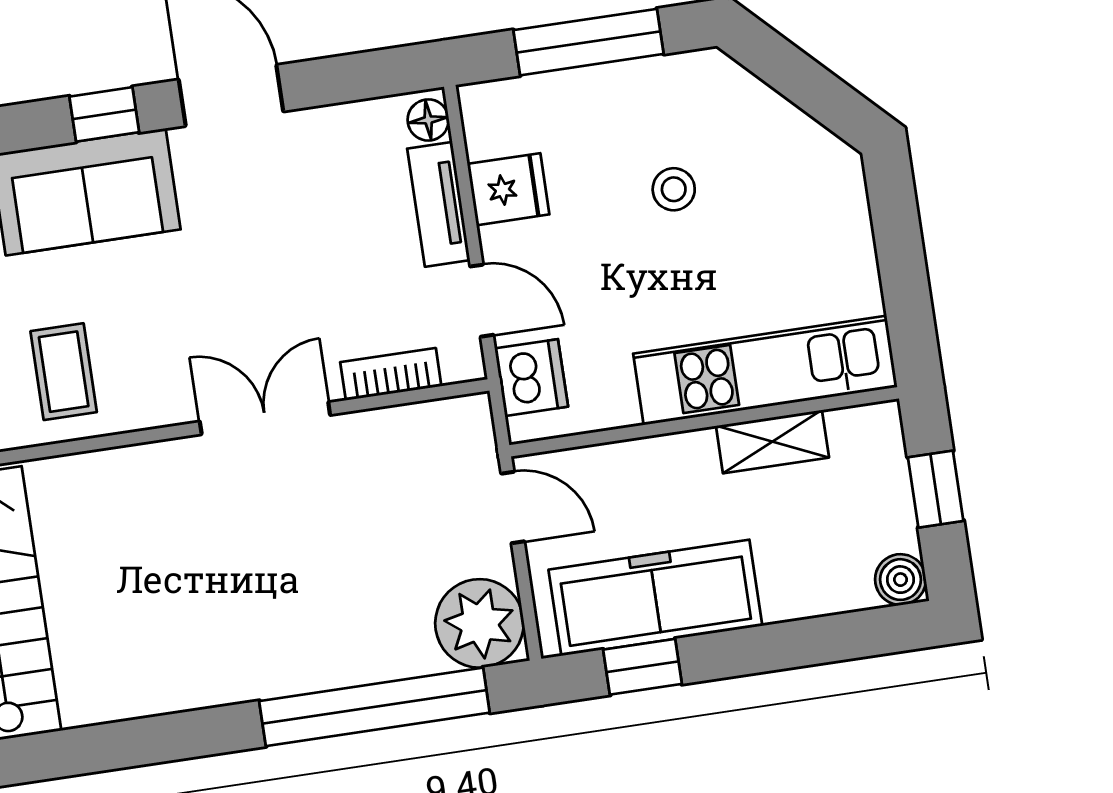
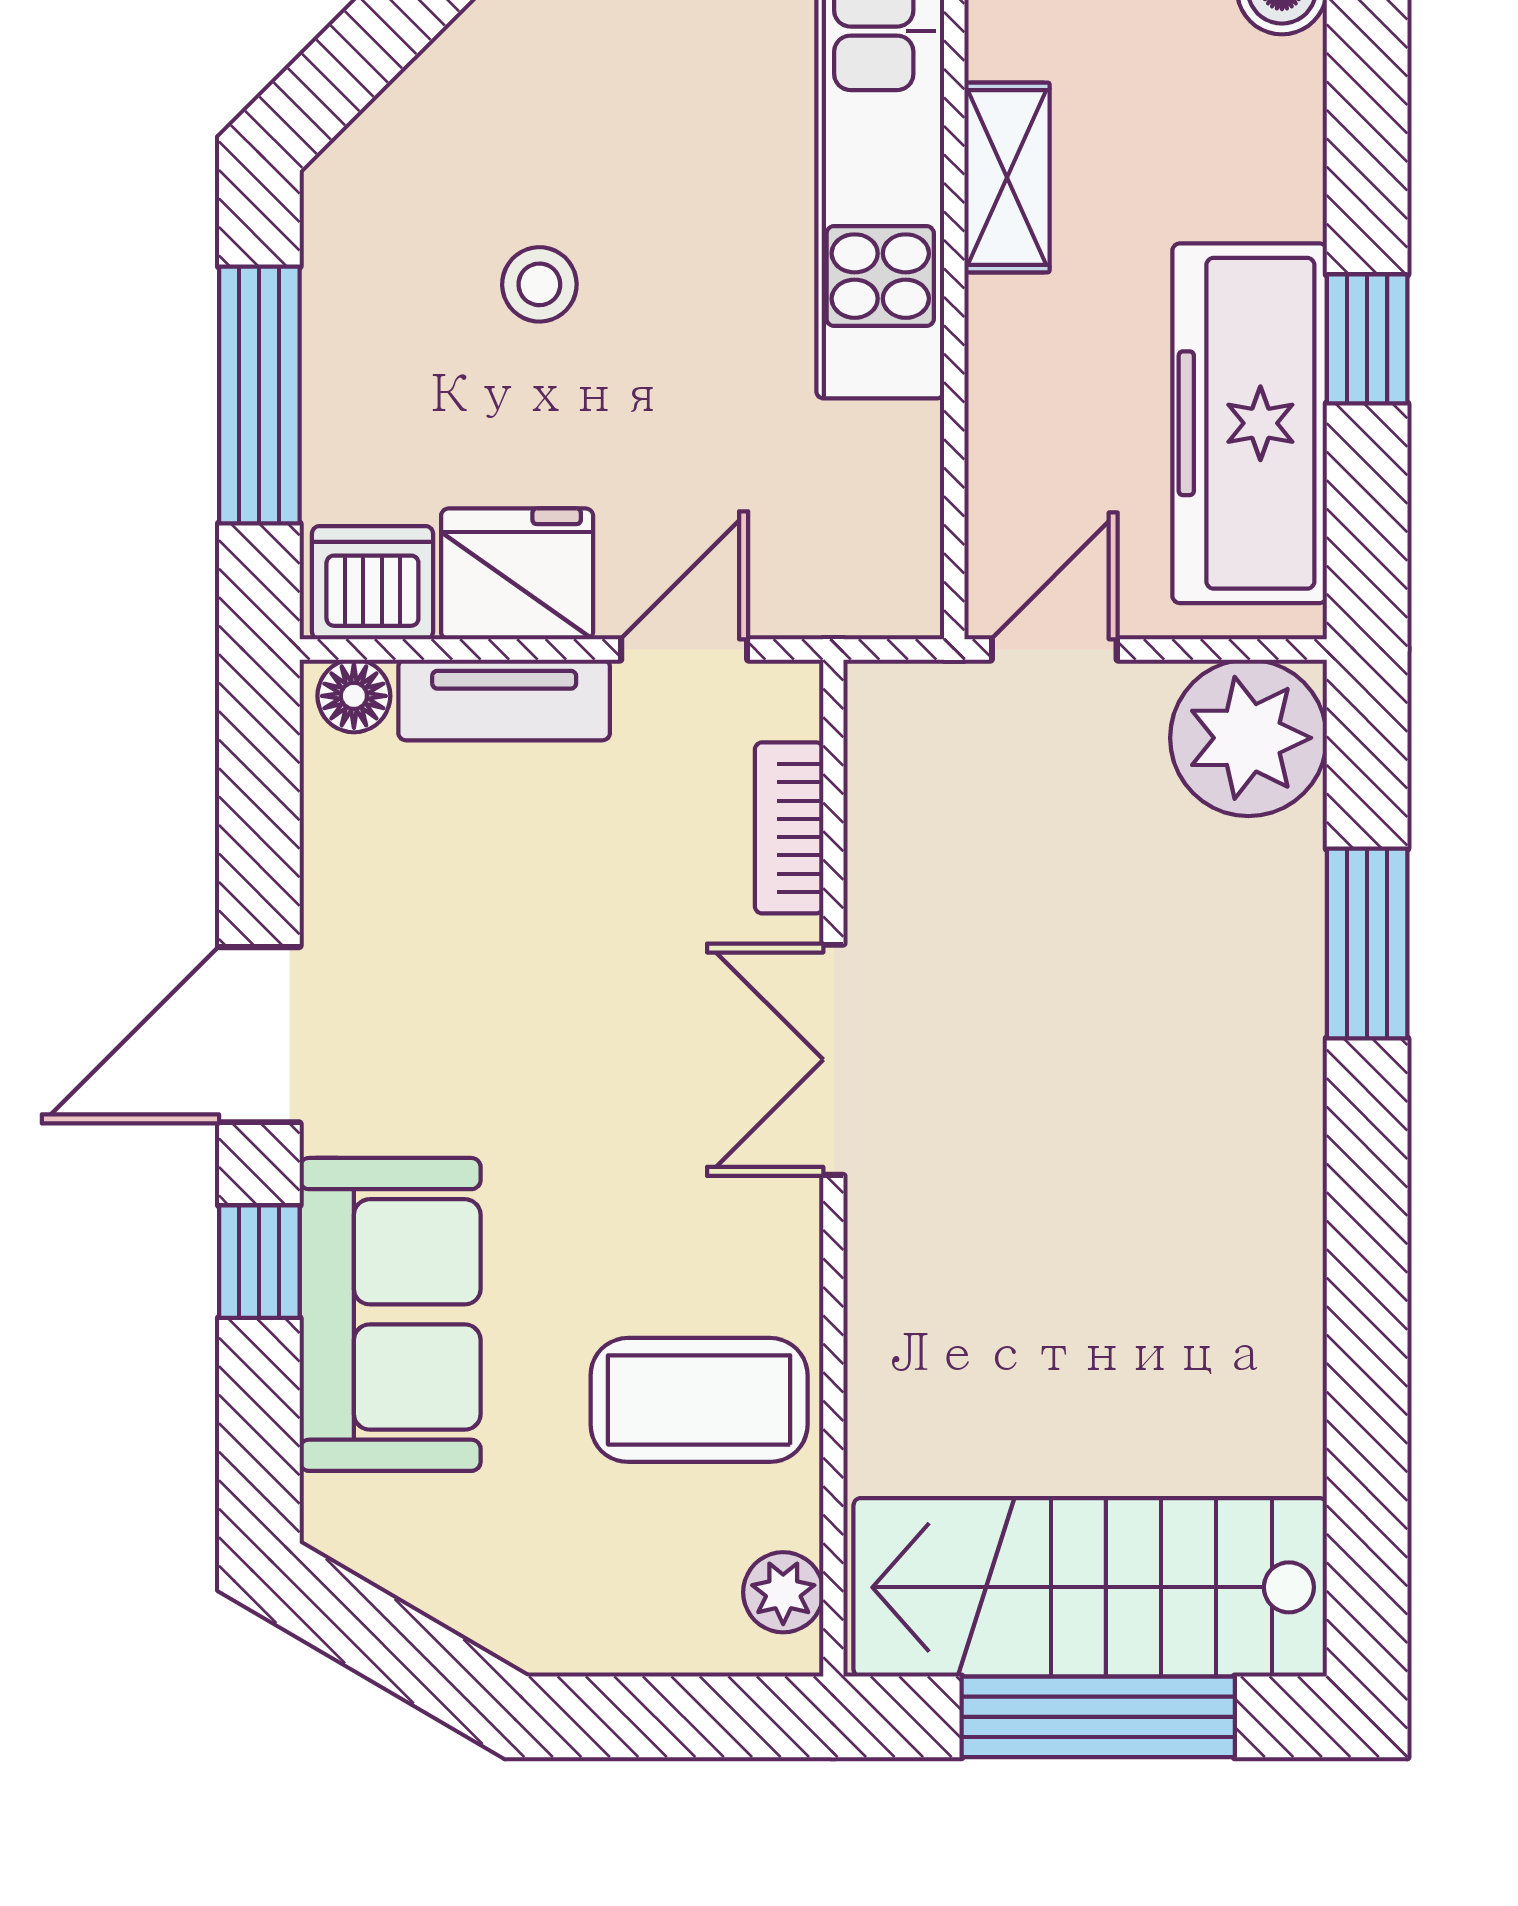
fridge: (508, 189) -> (517, 574), width x1.38
coffee table: (64, 372) -> (699, 1400), width x1.36, depth x1.30
dishwasher: (531, 378) -> (372, 583), moved
window: (643, 667) -> (1367, 339), moved
window: (374, 707) -> (1367, 944), width x0.47

